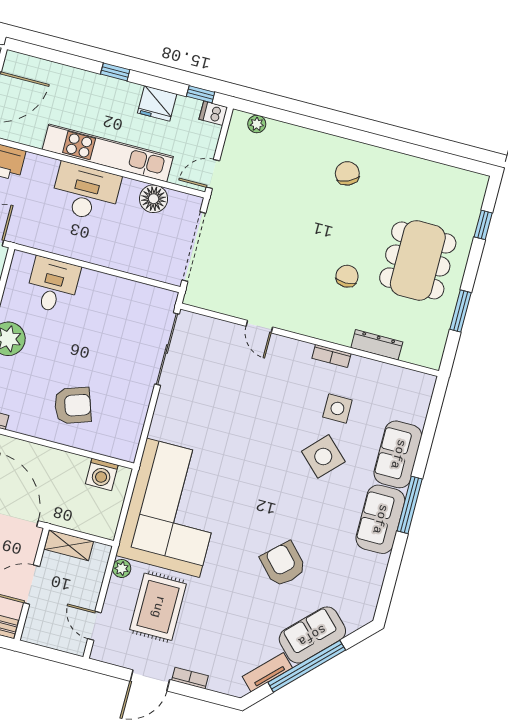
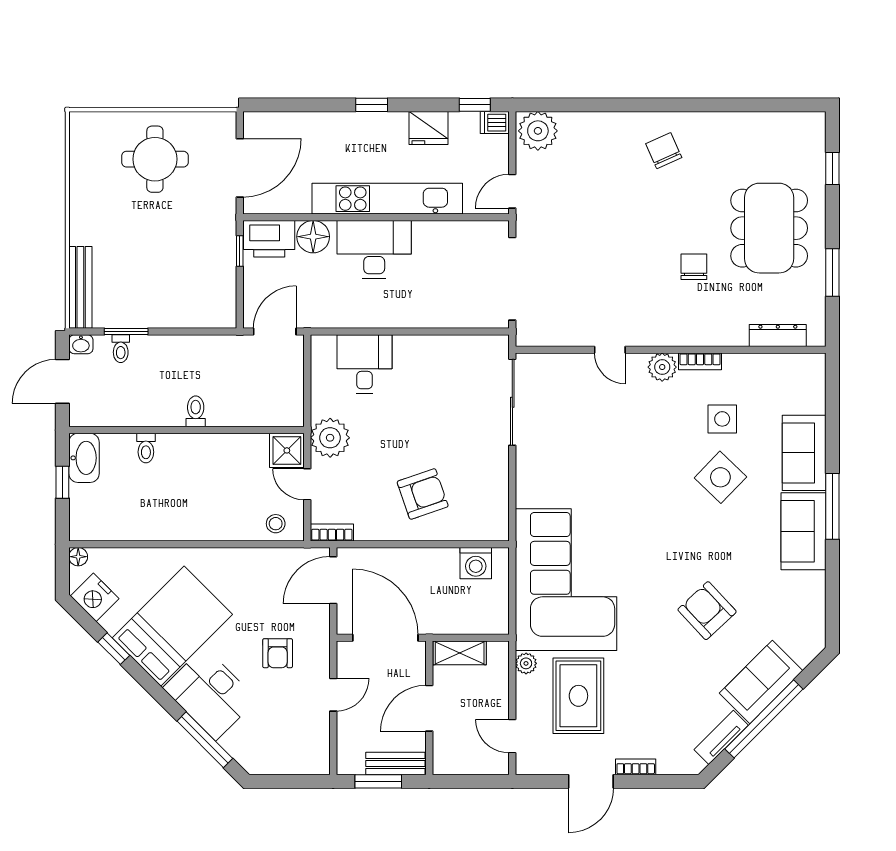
plant: (257, 124) -> (538, 131), width x1.88, depth x1.88
floor lamp: (154, 199) -> (313, 237), moved
dresser: (377, 345) -> (778, 335), moved
plant: (299, 352) -> (662, 367), added

